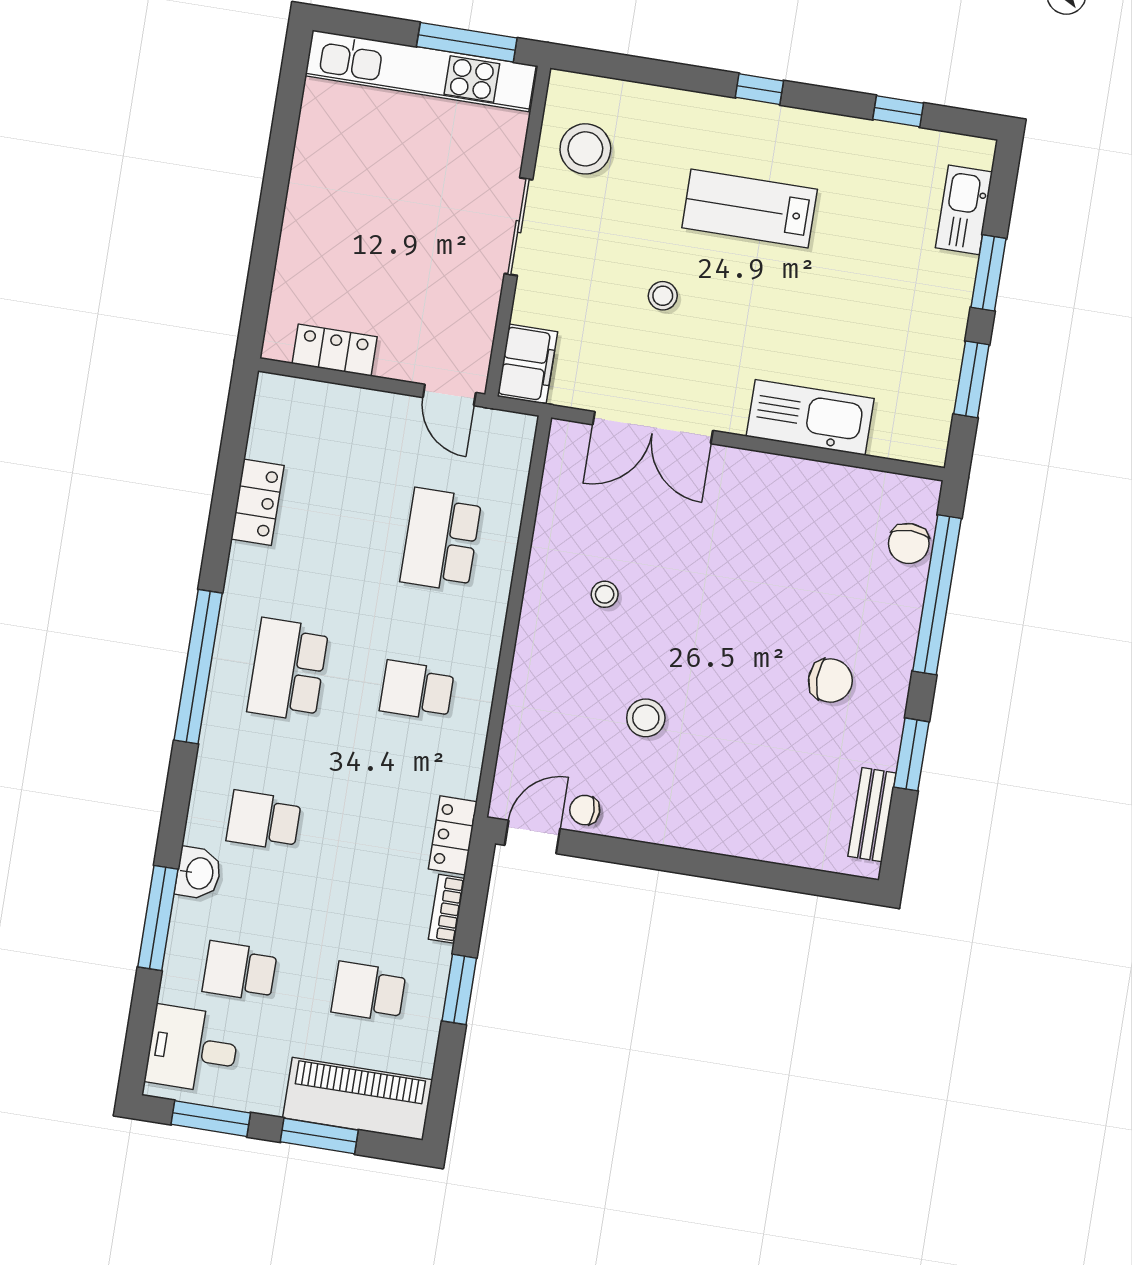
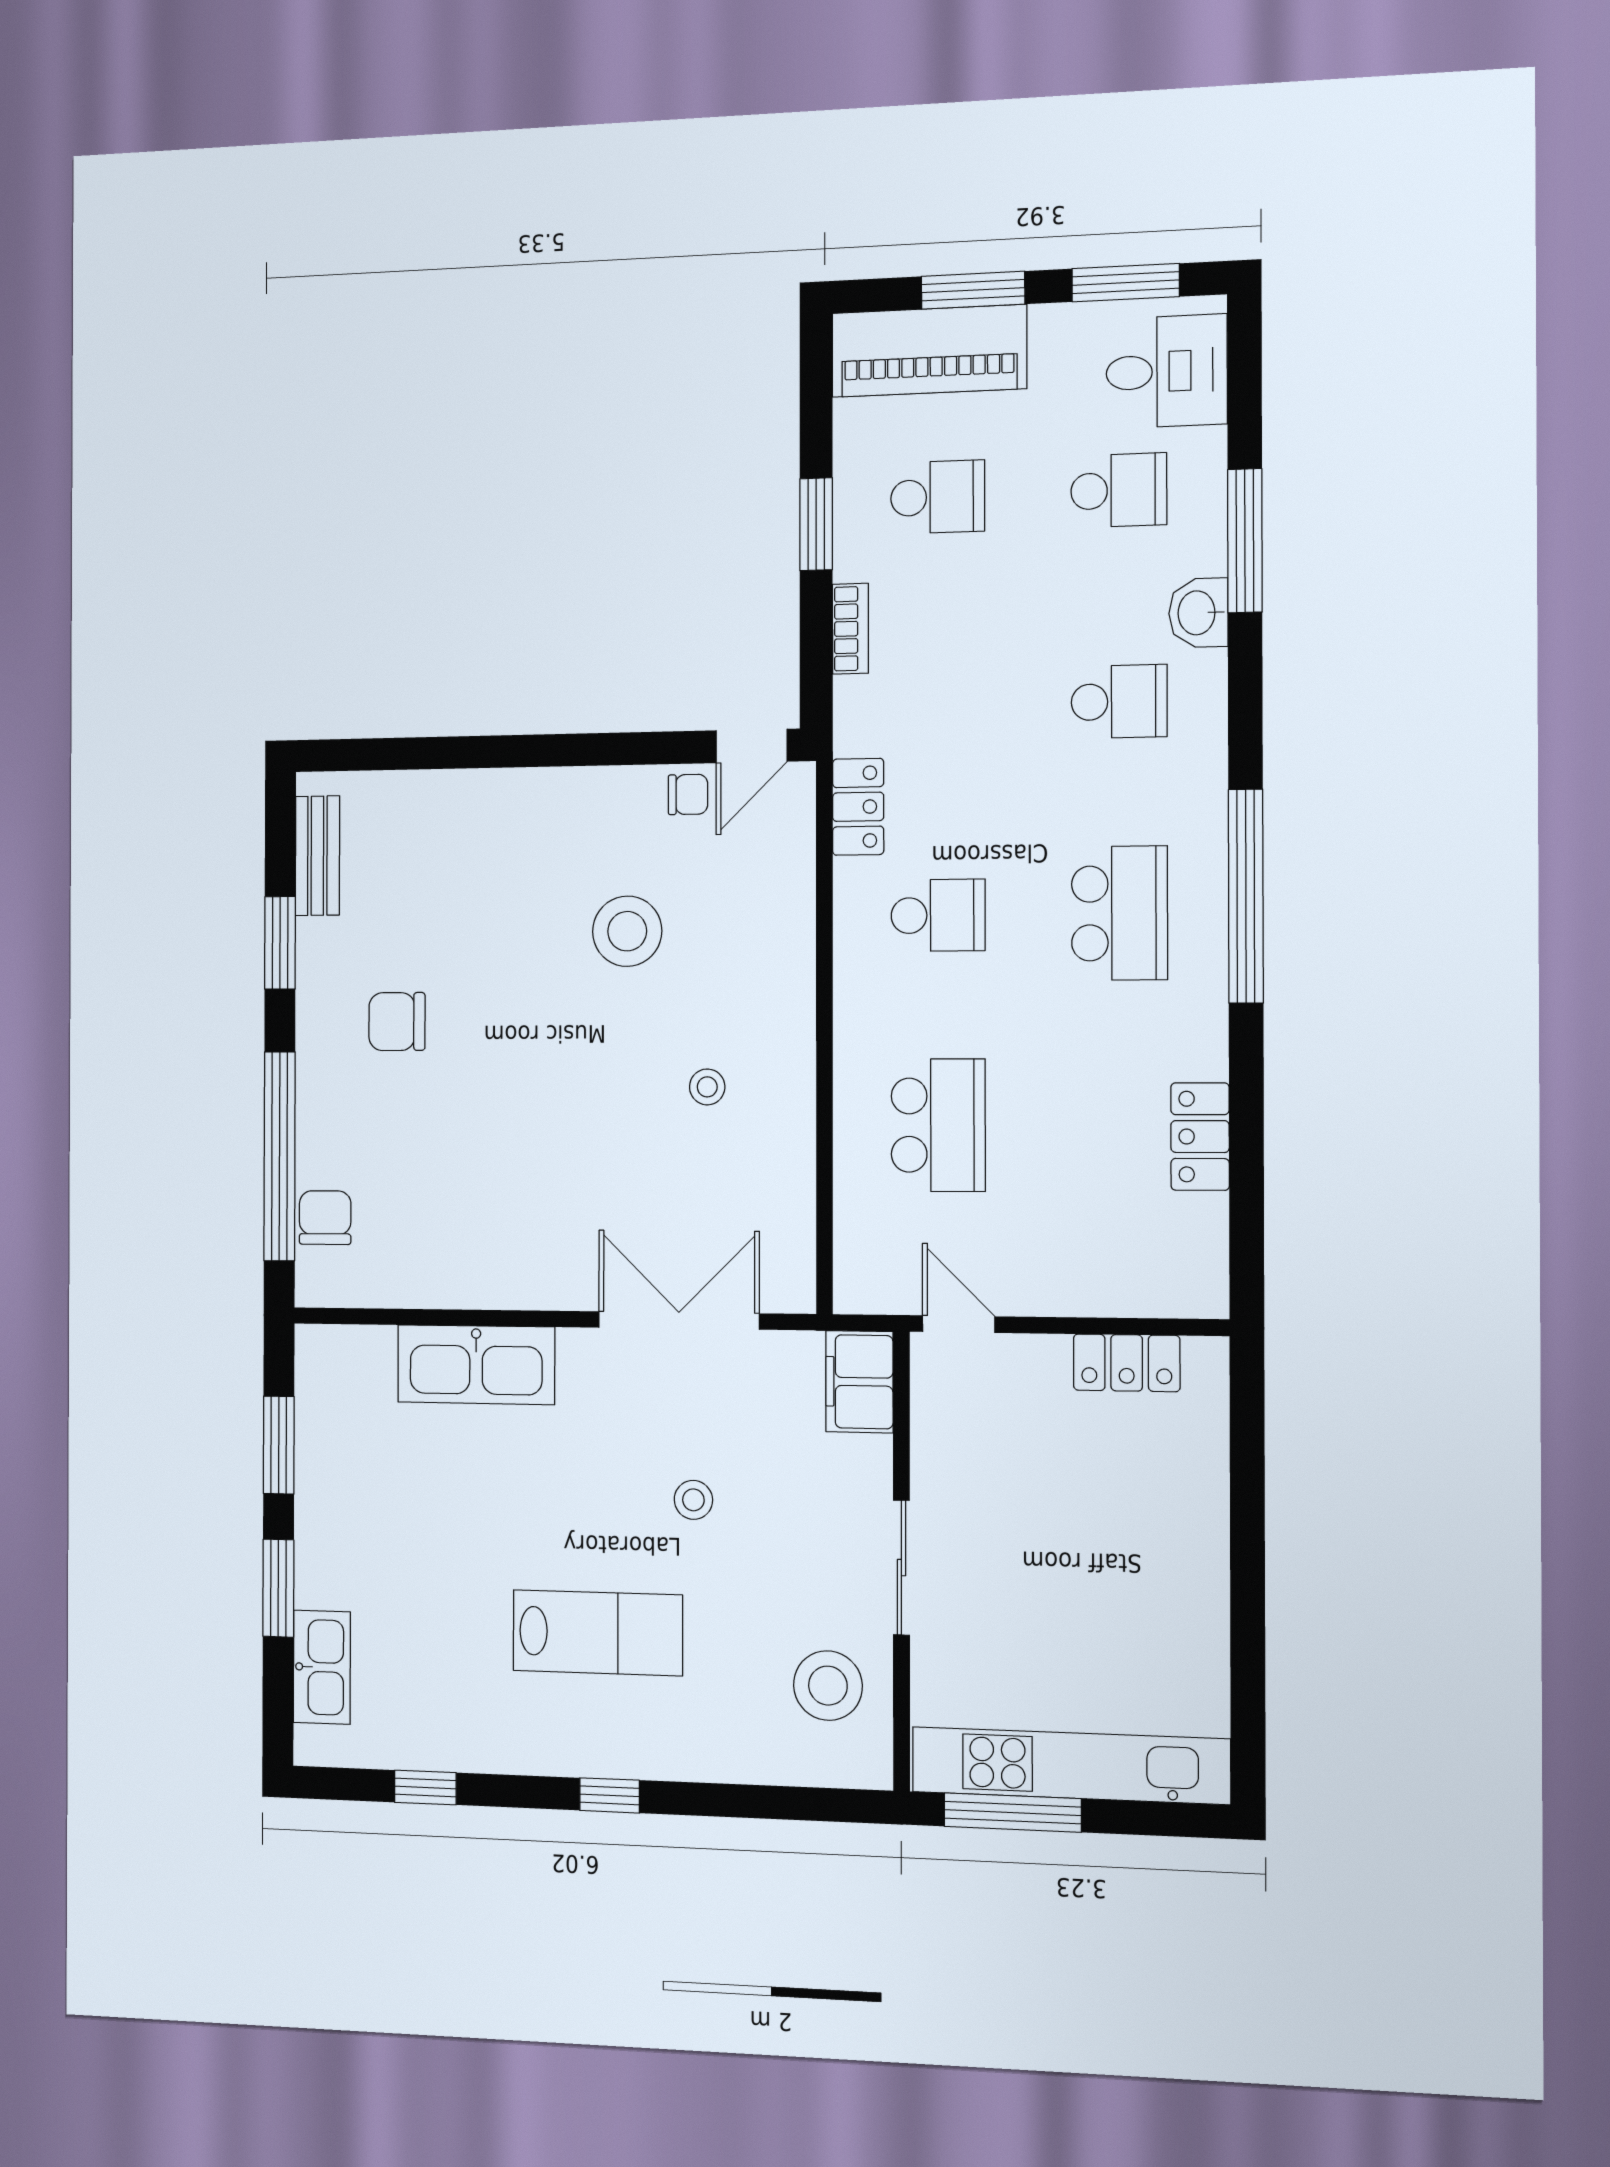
stool: (646, 718) -> (627, 931), width x1.38, depth x1.38
locker: (453, 835) -> (858, 807), moved

